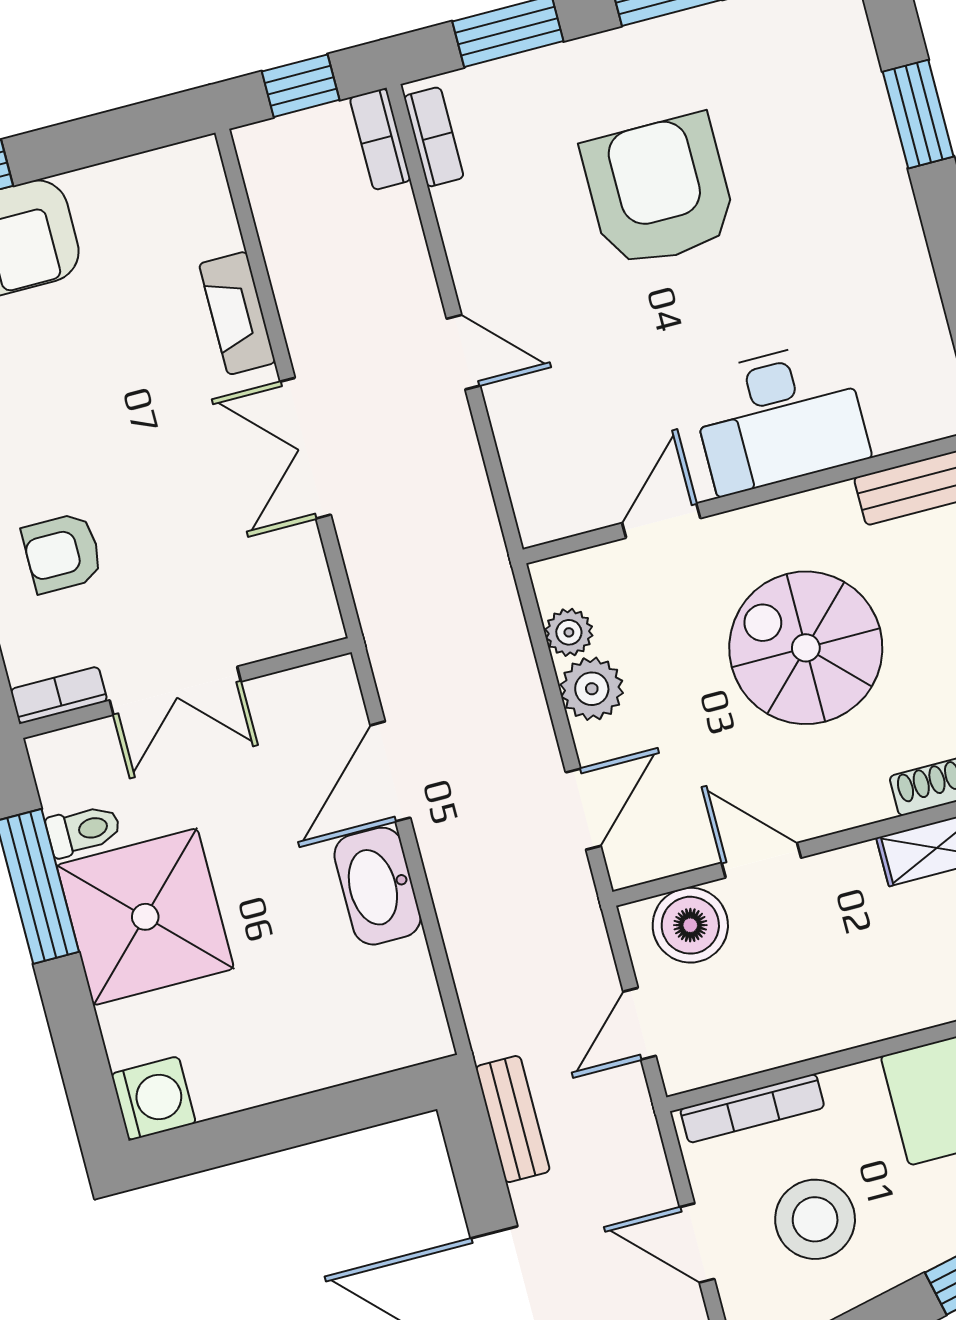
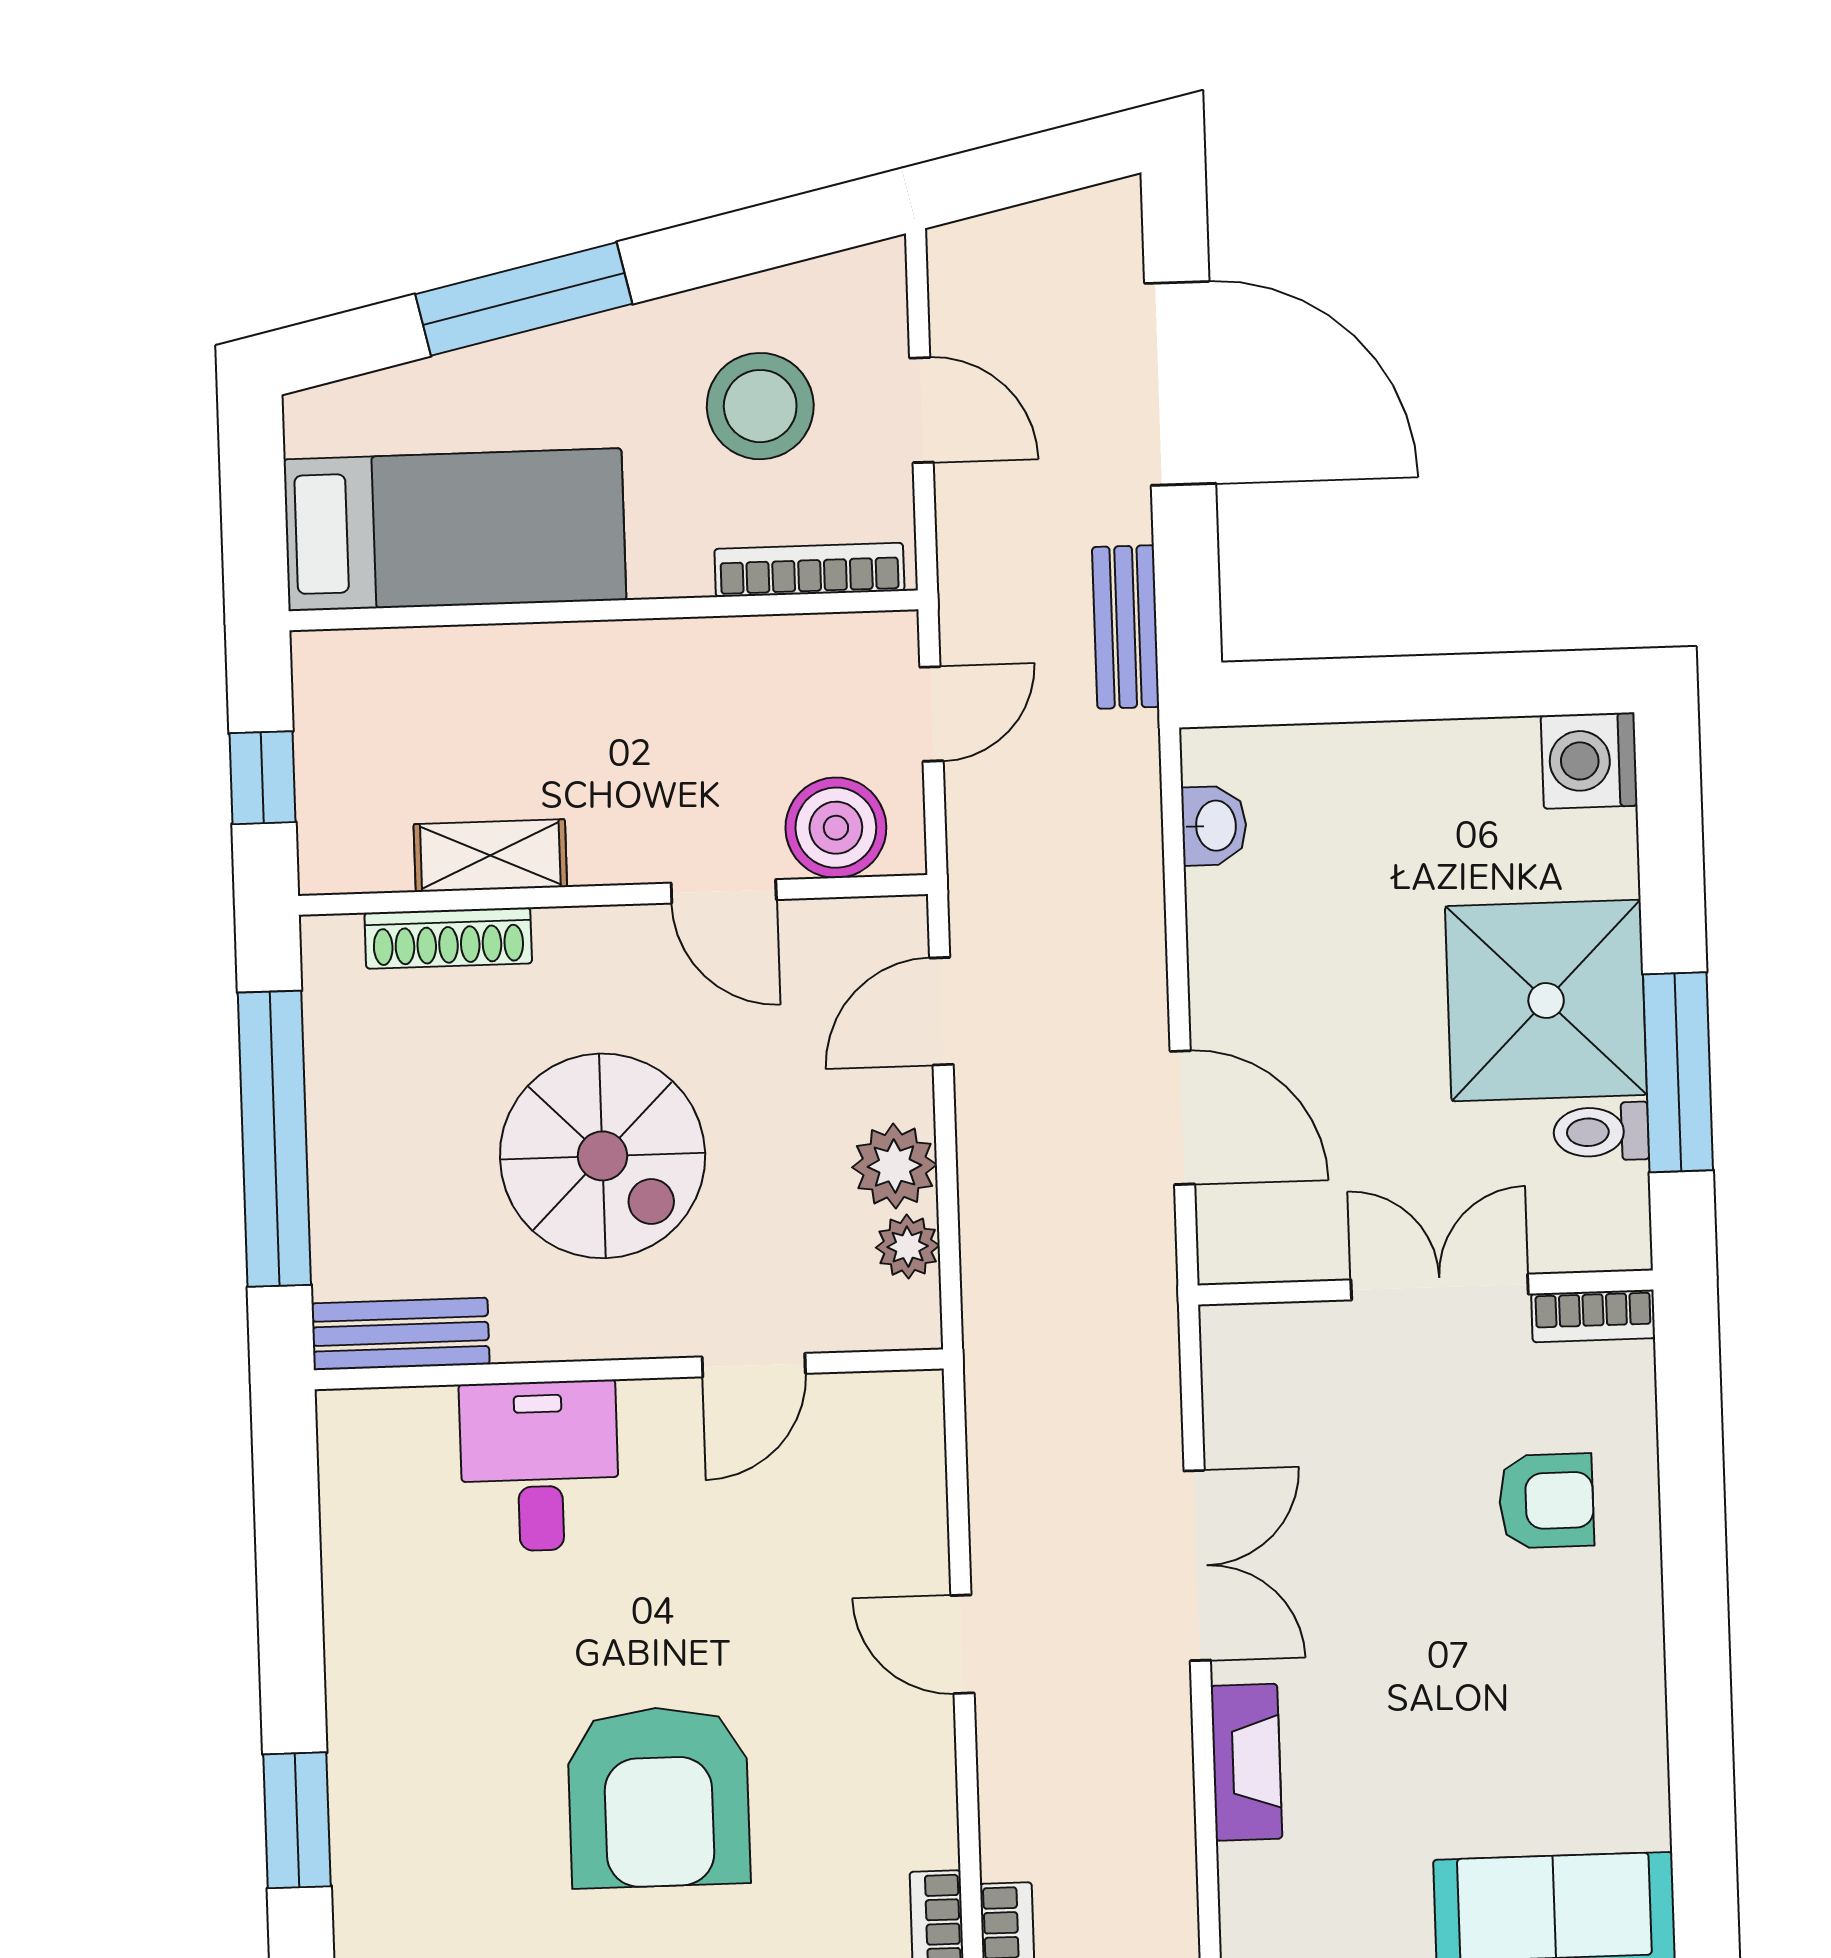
desk: (779, 417) -> (540, 1466), width x0.73
door: (390, 771) -> (1182, 1118), hinge flipped
washbasin: (378, 886) -> (1214, 826), moved, width x0.52, depth x0.69

